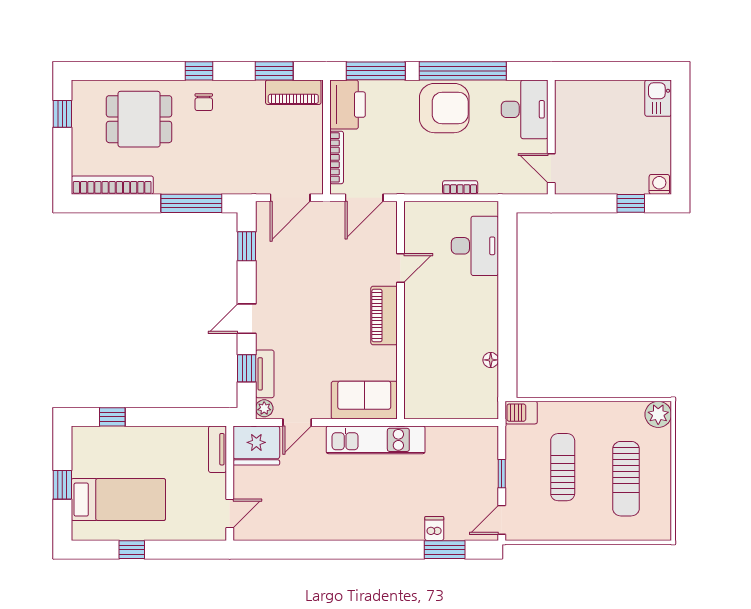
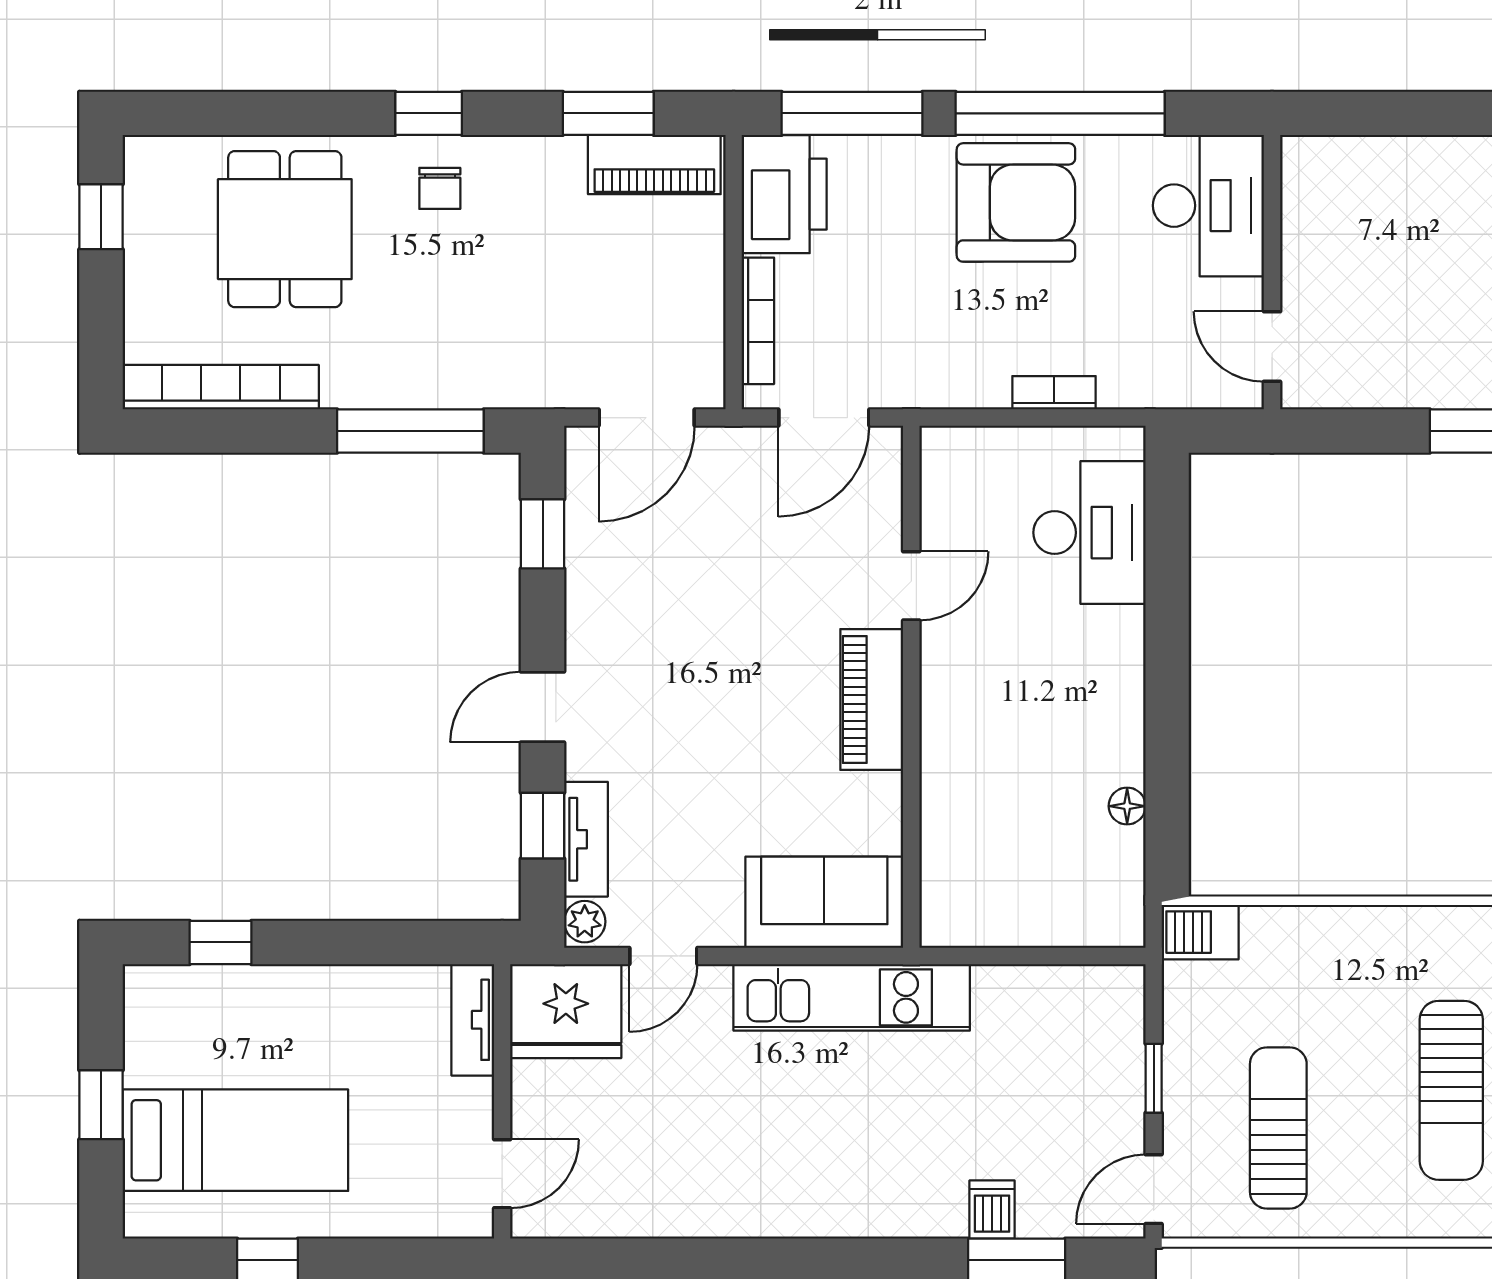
dining table: (139, 119) -> (285, 229), turned 90
sun lounger: (563, 467) -> (1278, 1128), moved

